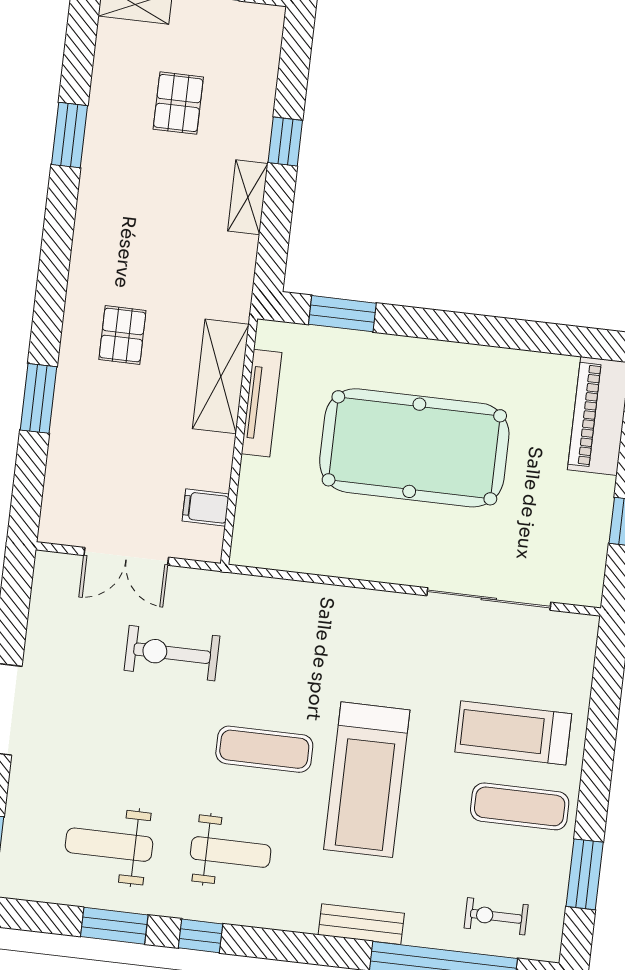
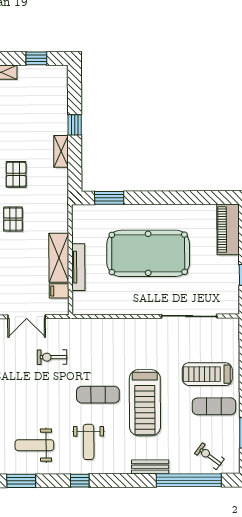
pallet: (178, 103) -> (16, 174), moved
shelving: (221, 376) -> (59, 258), moved
tv unit: (262, 403) -> (78, 267), moved
exercise bike: (172, 653) -> (52, 357), width x0.73, depth x0.72
weight bench: (231, 852) -> (89, 442), turned 90
exercise bike: (496, 916) -> (209, 456), turned 37
window: (114, 926) -> (21, 481), moved

